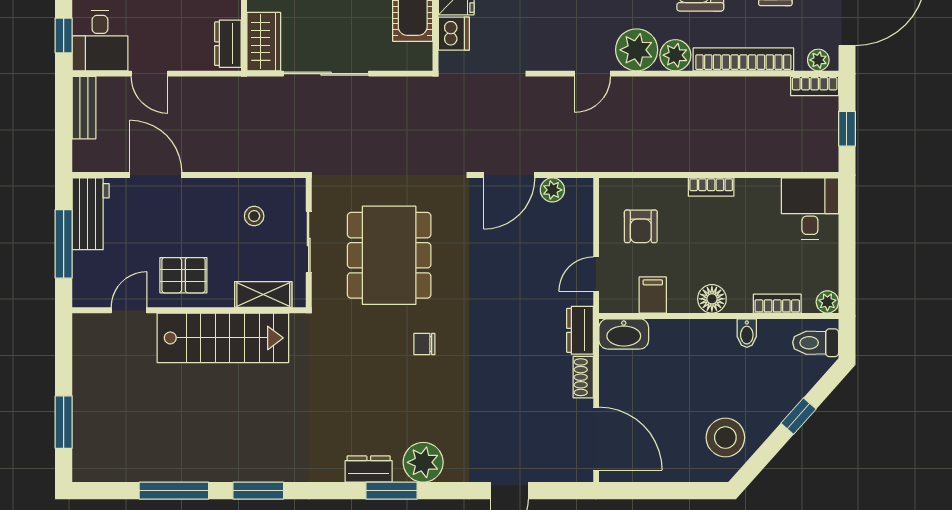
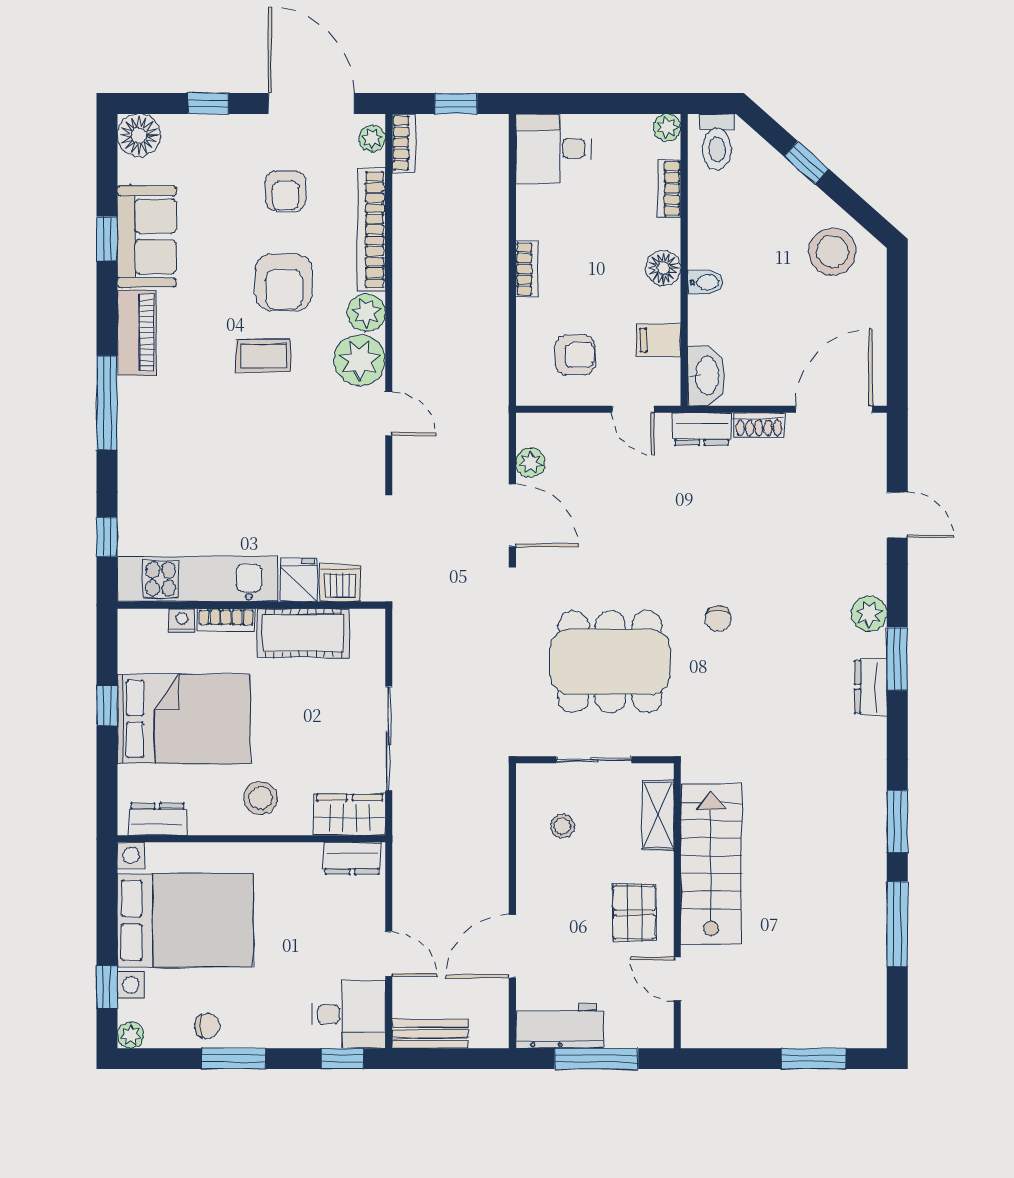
door: (150, 74) -> (389, 954), hinge flipped
bidet: (747, 333) -> (705, 282), moved
plant: (423, 462) -> (869, 614), width x0.73, depth x0.73

